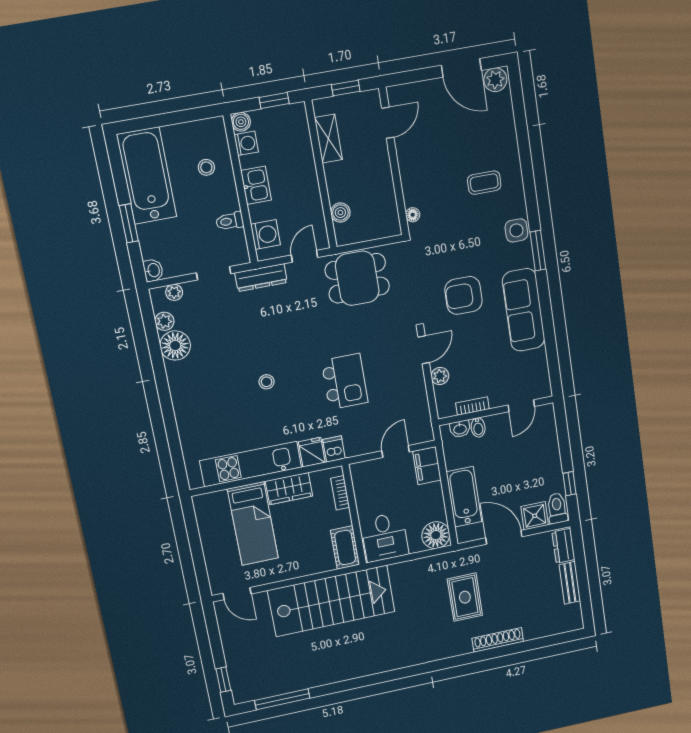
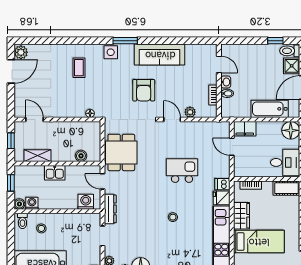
kitchen sink: (256, 185) -> (55, 173), moved, turned 180
toilet: (230, 221) -> (22, 221), moved
washbasin: (460, 429) -> (226, 82), moved

